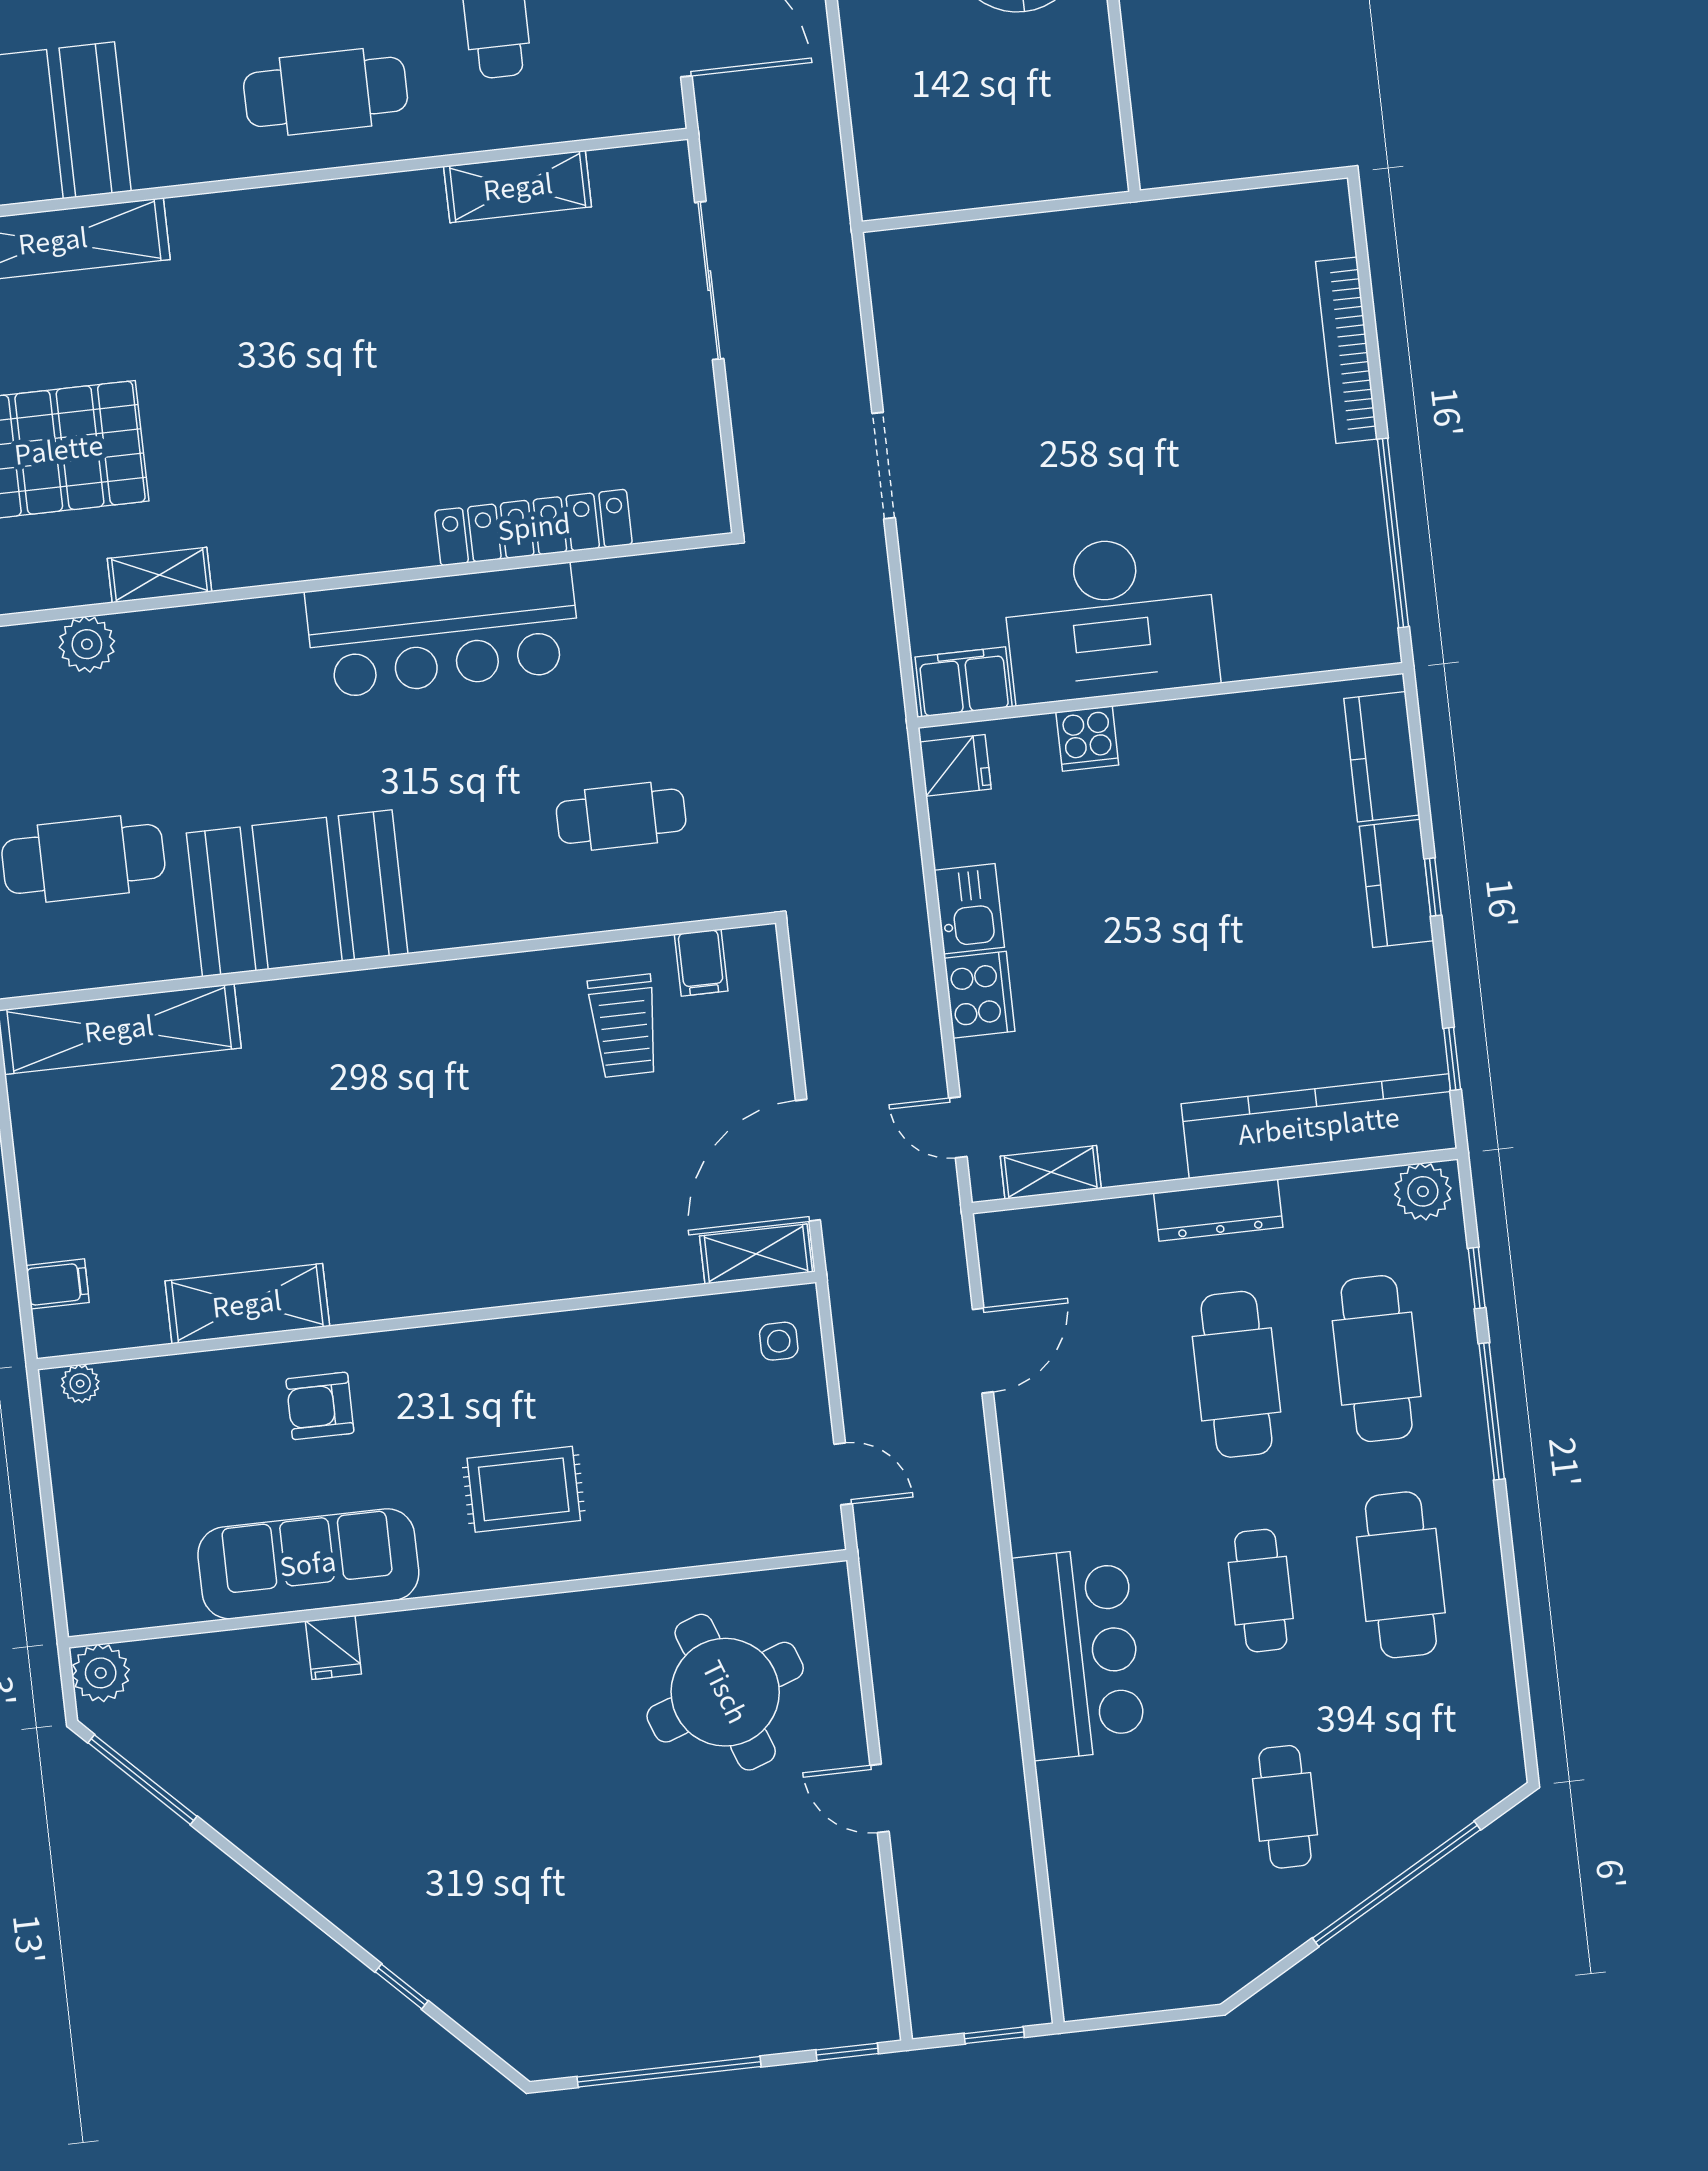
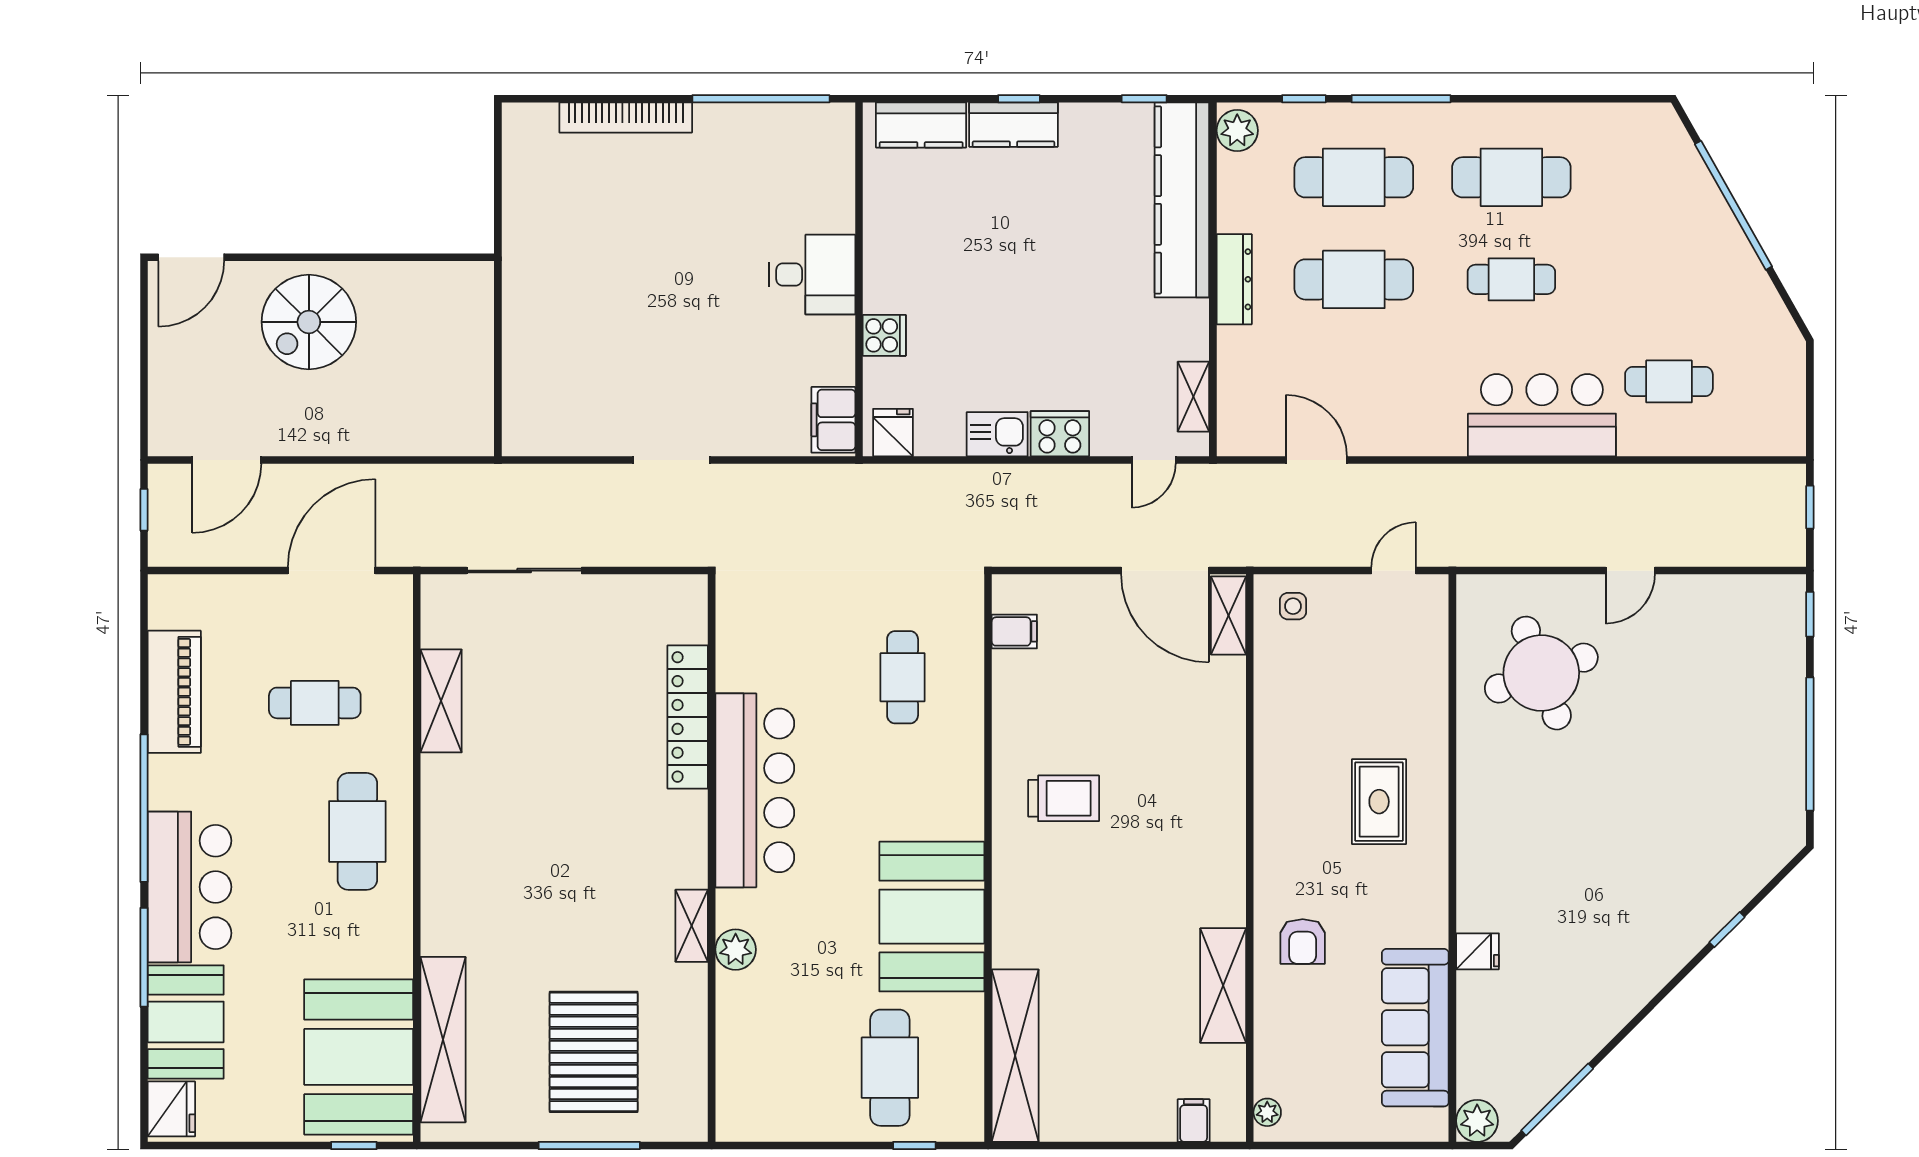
shelving: (159, 575) -> (692, 926), moved
desk: (1110, 618) -> (812, 275), width x0.53, depth x0.77
plant: (87, 644) -> (736, 950), moved
trolley: (624, 1026) -> (1064, 798), moved
sofa: (308, 1564) -> (1415, 1028), moved
cafe table: (1285, 1807) -> (1669, 381), moved

